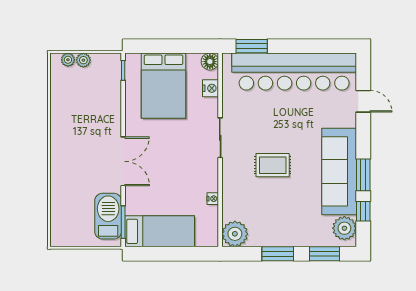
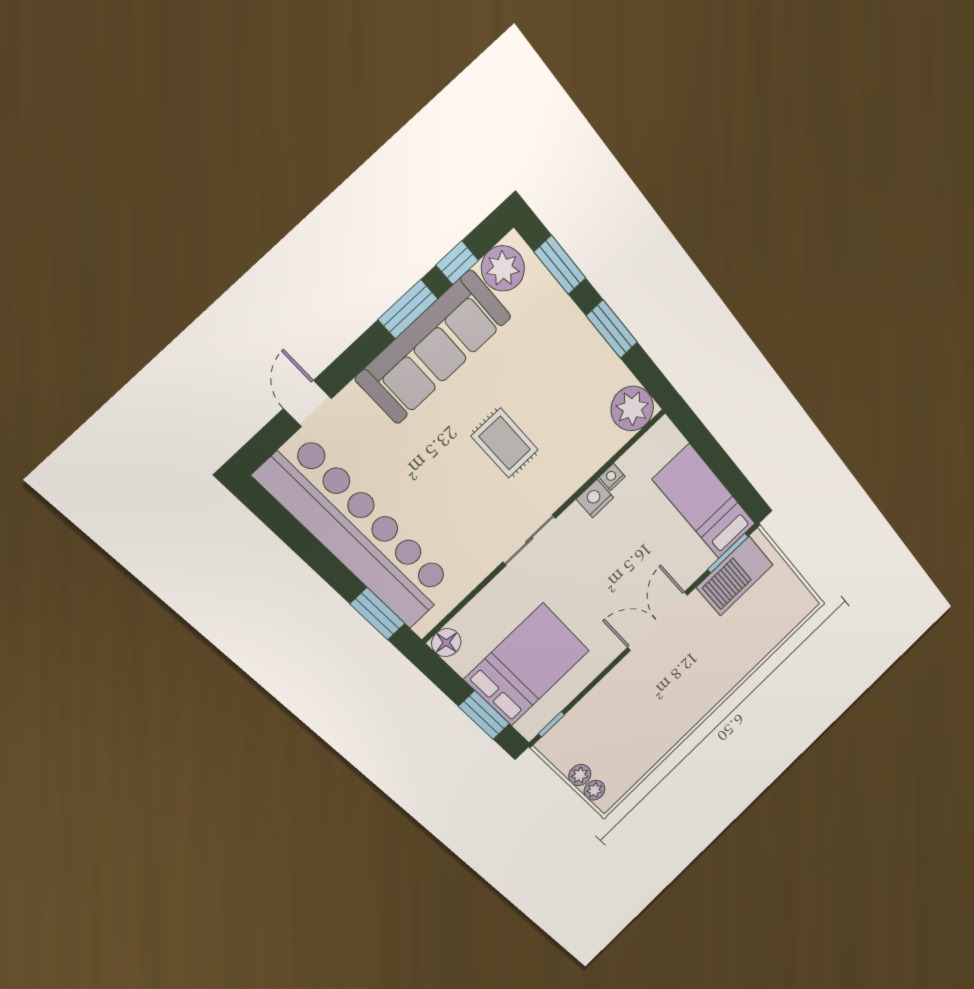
window: (159, 46) -> (484, 715), added
nightstand: (211, 88) -> (595, 498), moved

